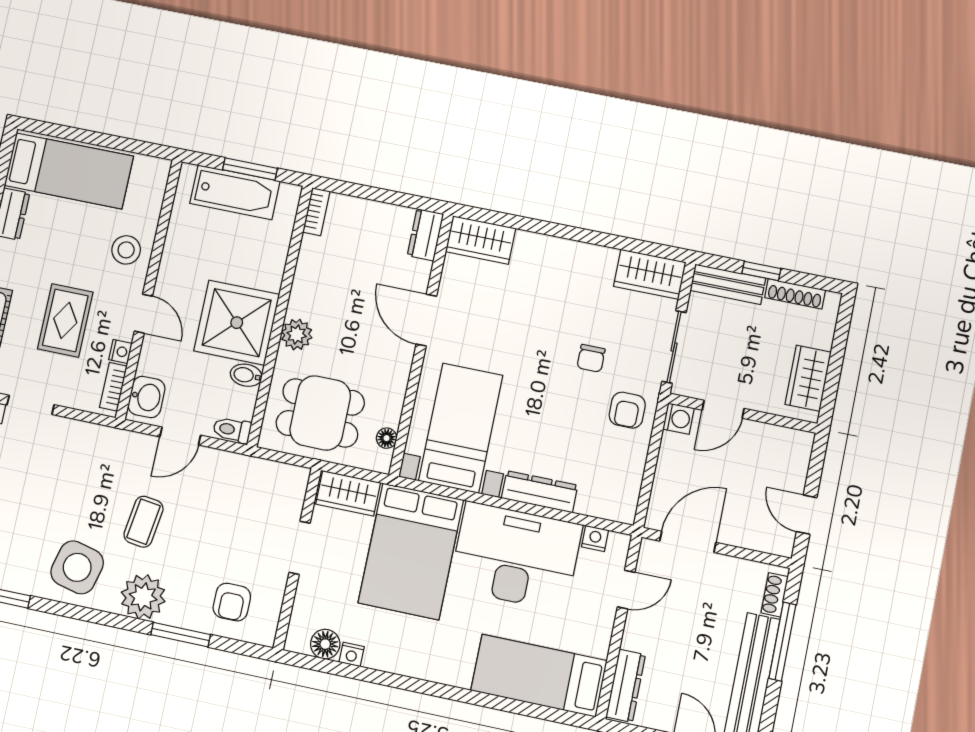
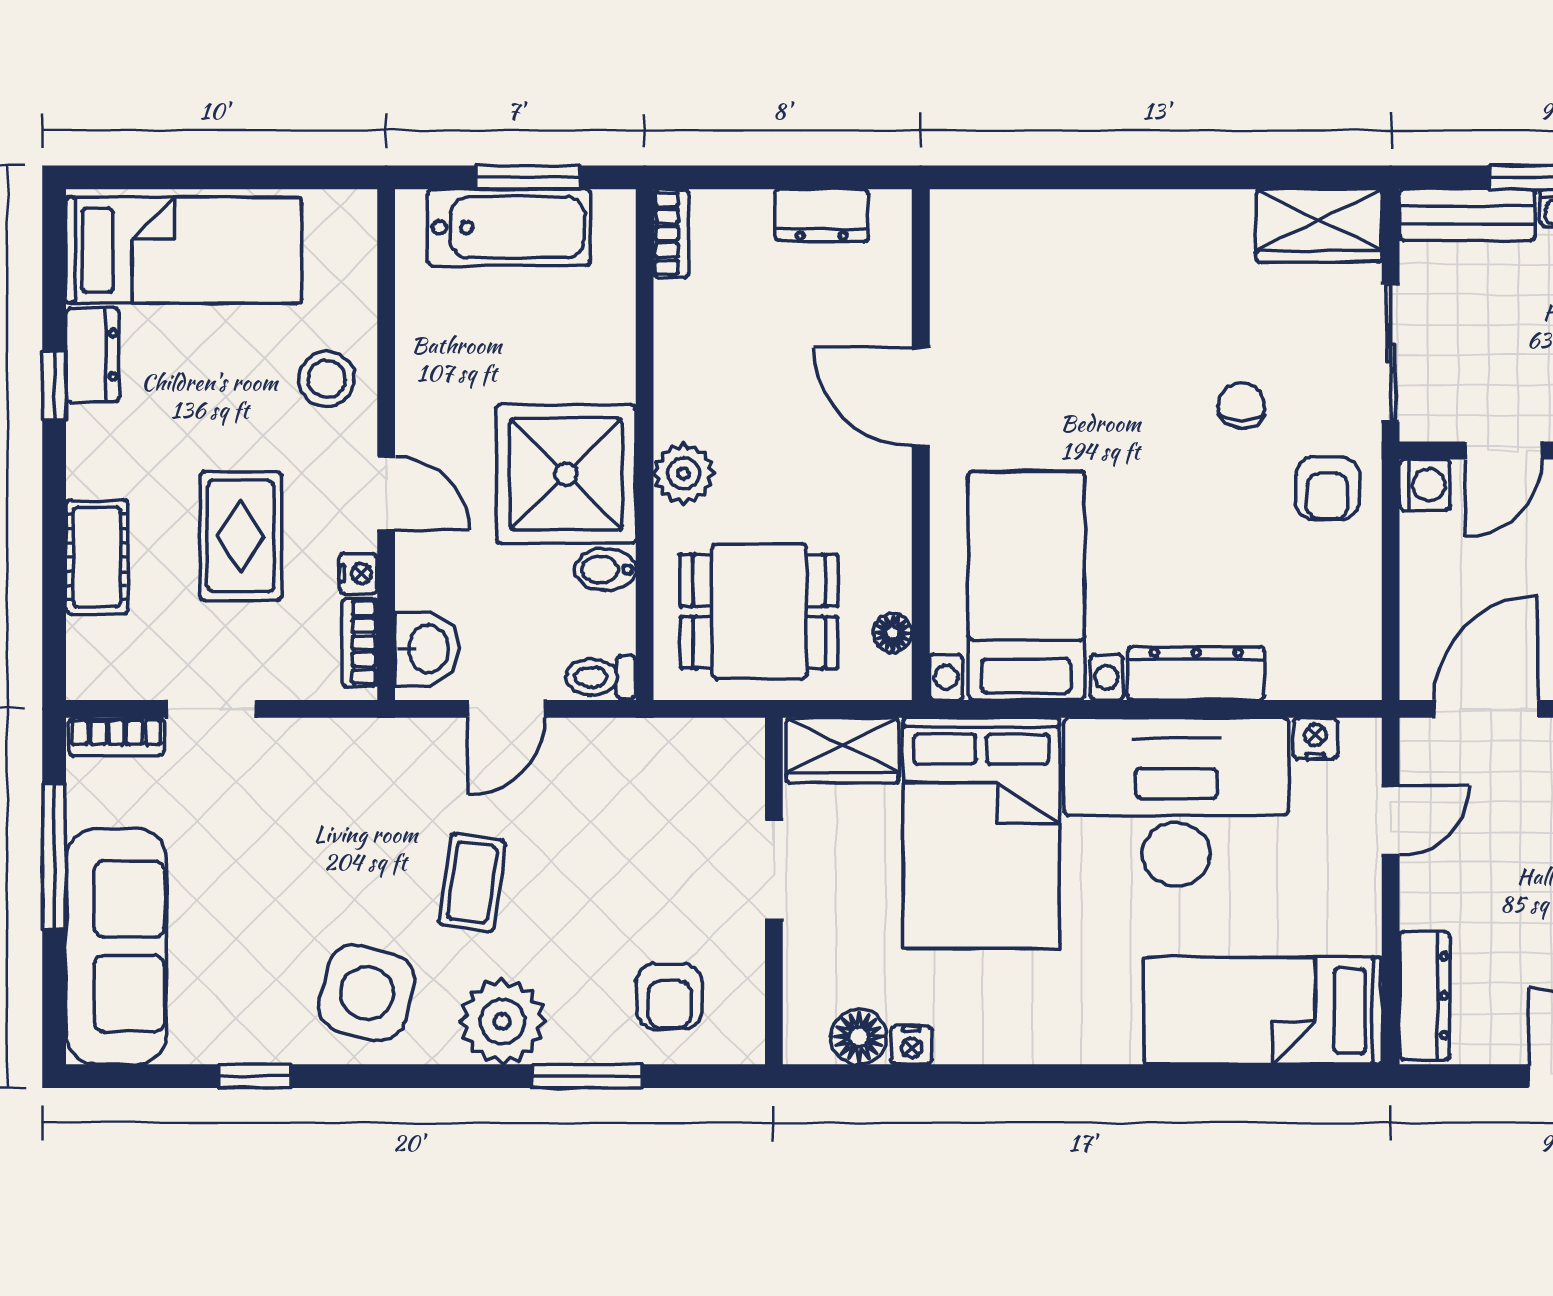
dresser: (425, 235) -> (822, 215), moved, turned -90
wardrobe: (481, 240) -> (991, 225), removed
chair: (591, 358) -> (1241, 406), turned 180

